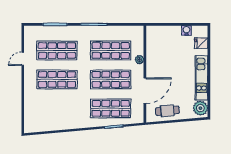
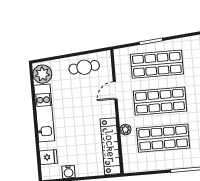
locker: (152, 48) -> (110, 146), added
door: (145, 91) -> (115, 90), width x0.53

